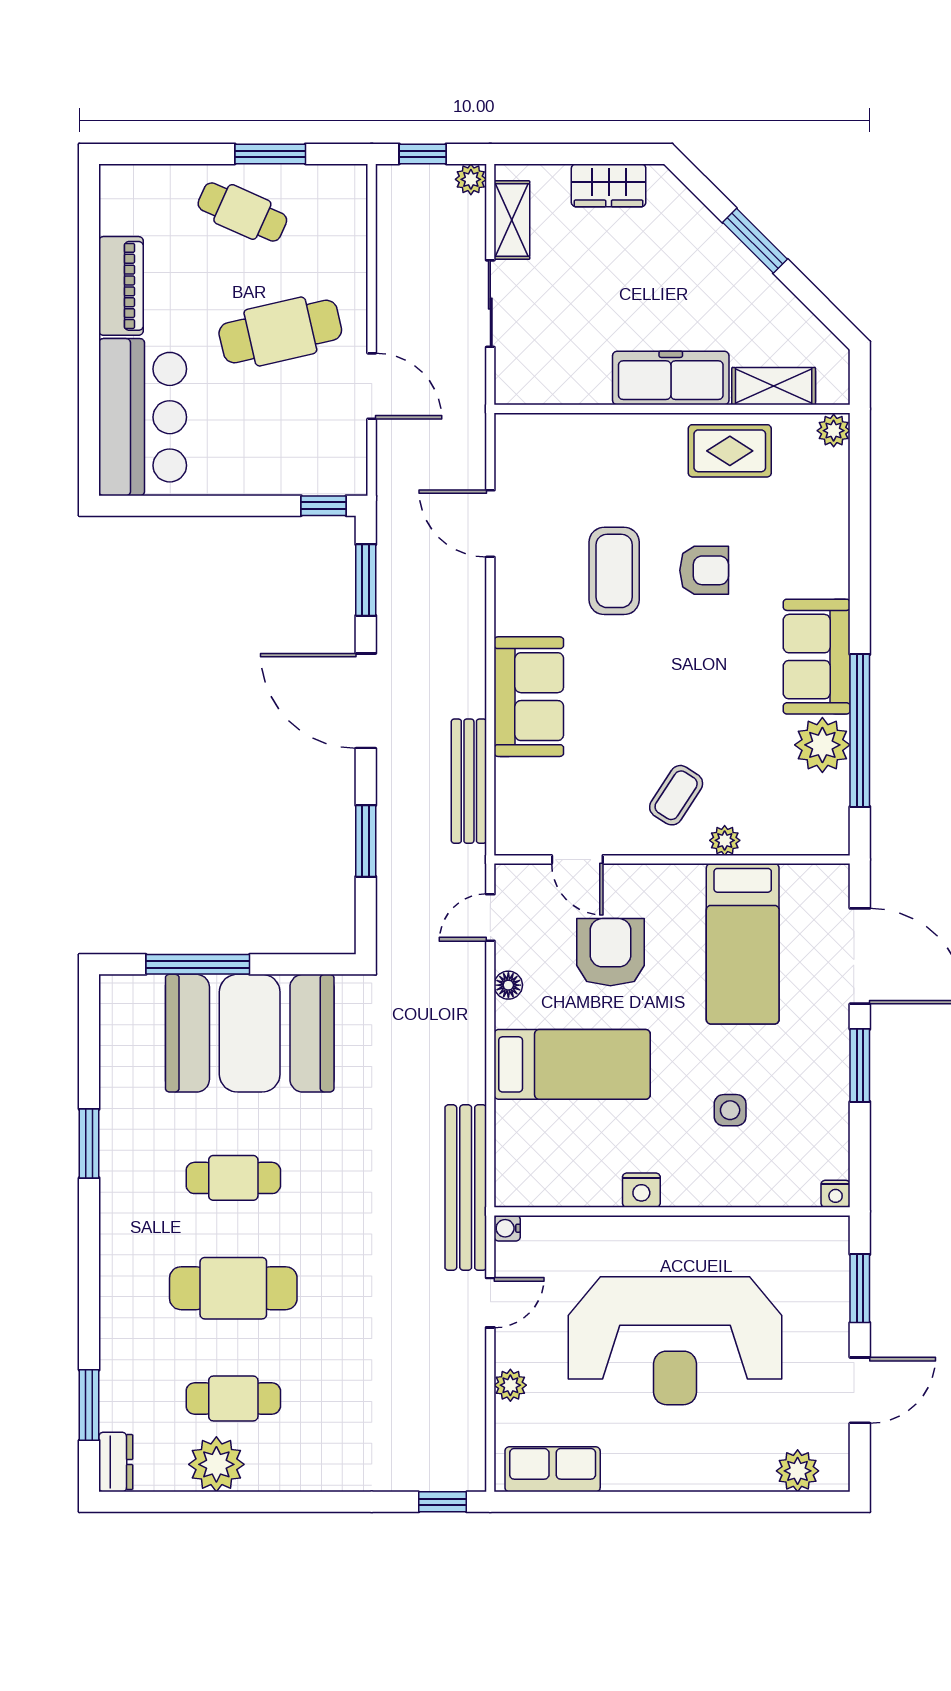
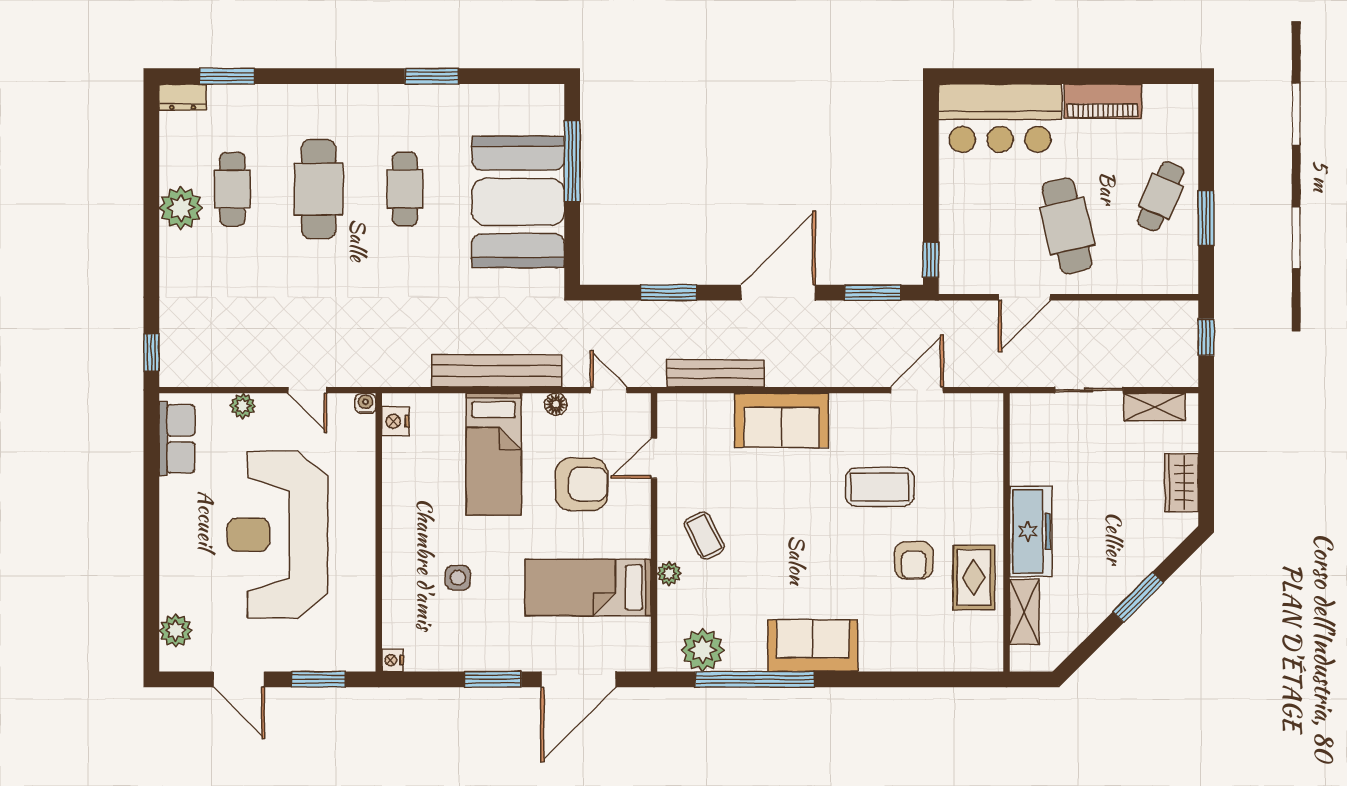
plant: (471, 179) -> (1186, 375), removed
plant: (834, 431) -> (990, 659), removed
armchair: (704, 570) -> (914, 560), moved
plant: (822, 745) -> (703, 650), moved
coffee table: (676, 795) -> (704, 536), turned 30
bench: (466, 1188) -> (497, 371), moved
nightstand: (641, 1190) -> (395, 421), moved
plant: (216, 1464) -> (181, 208), moved

